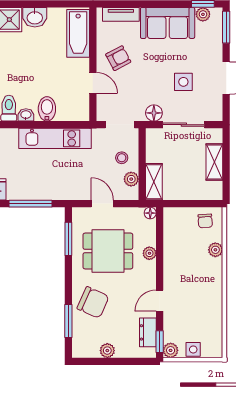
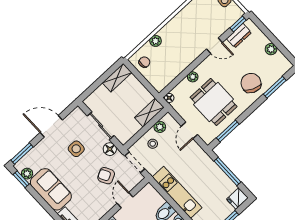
armchair: (118, 58) -> (106, 176), moved
shelving: (214, 162) -> (117, 78), moved
plant: (171, 350) -> (237, 13), removed

